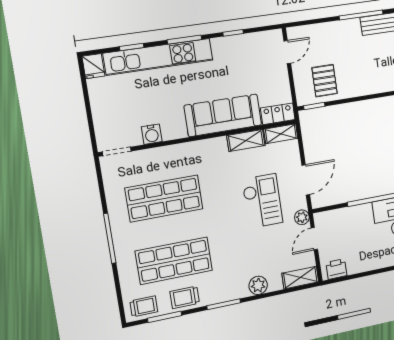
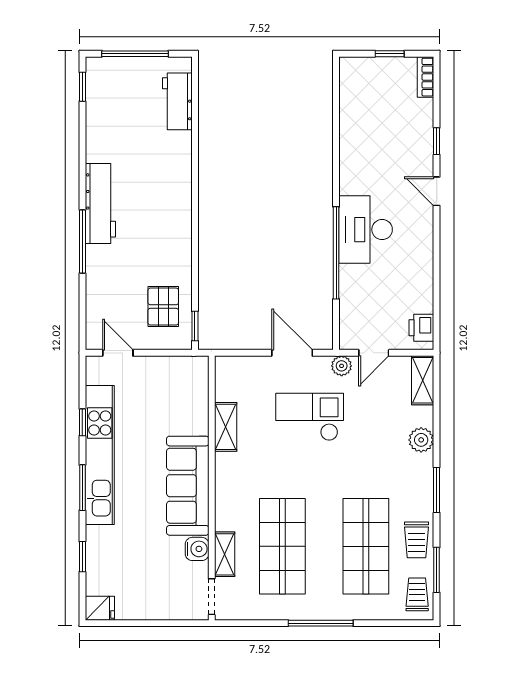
kitchen unit: (158, 57) -> (100, 455), moved
pallet: (325, 81) -> (163, 307), turned 90
locker: (278, 114) -> (197, 378), removed
sofa: (223, 115) -> (188, 486), moved
shelving: (281, 134) -> (225, 554), moved
door: (314, 239) -> (374, 353), hinge flipped

